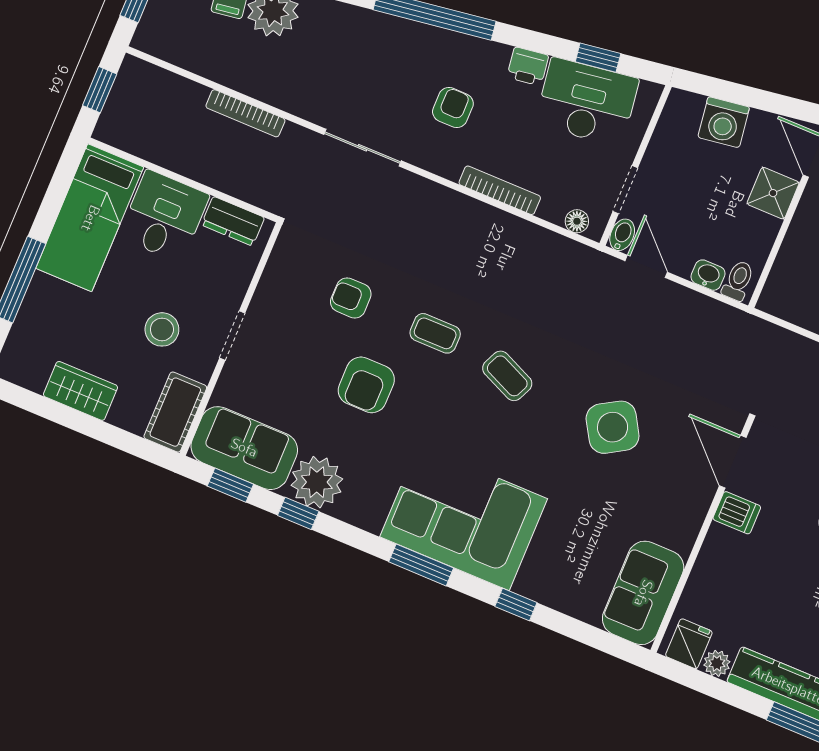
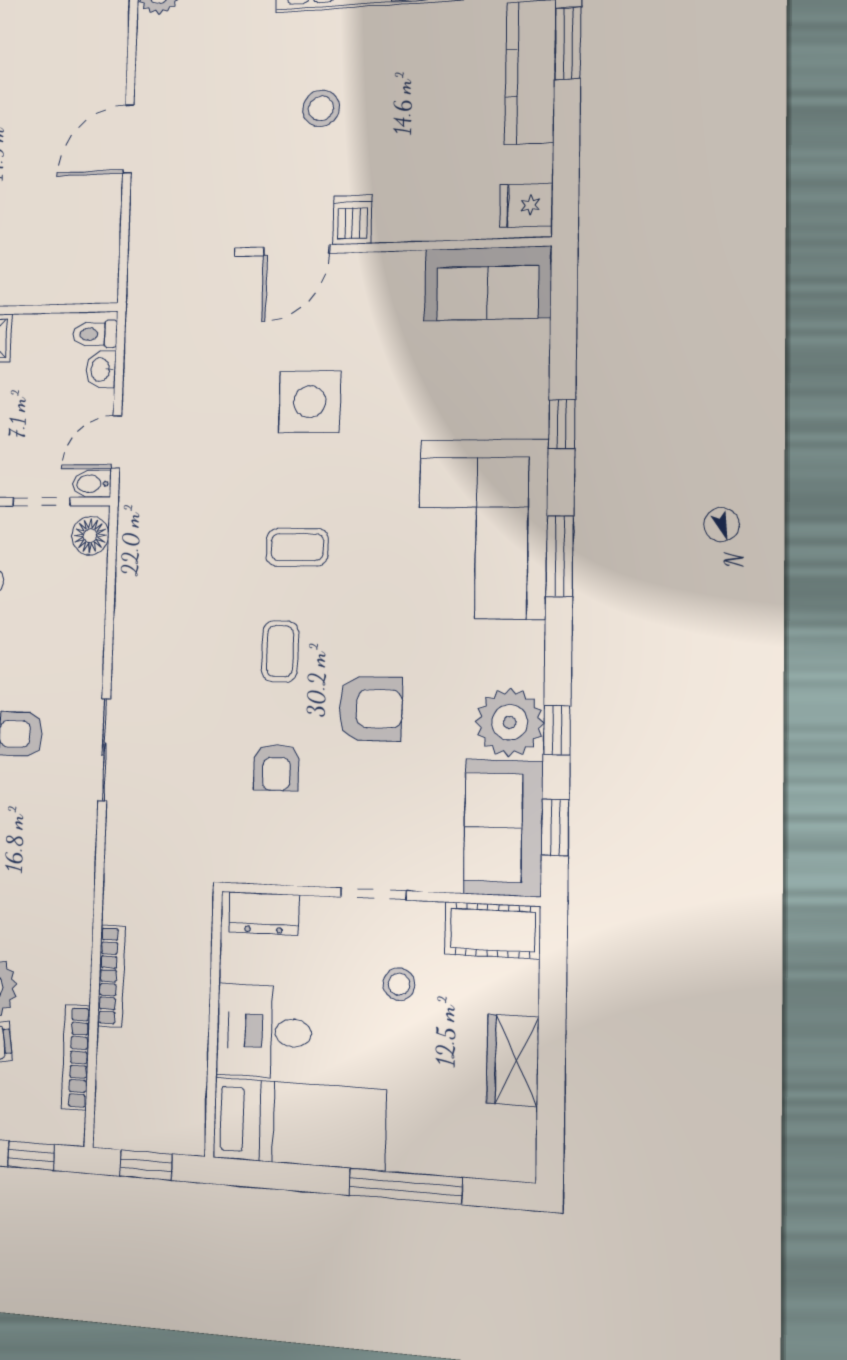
sliding door: (362, 148) -> (104, 749), moved
bookcase: (500, 190) -> (76, 1057), moved
dresser: (233, 221) -> (264, 914), moved, turned 90
floor lamp: (577, 221) -> (90, 536), width x1.37, depth x1.37
stool: (162, 329) -> (399, 984), width x0.73, depth x0.73
coffee table: (507, 376) -> (297, 547), turned 66
side table: (613, 427) -> (310, 402), turned 31
plant: (717, 663) -> (536, 163), removed

